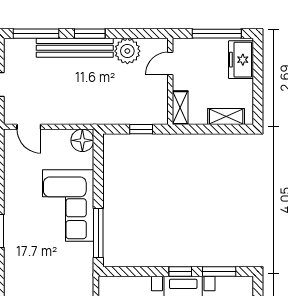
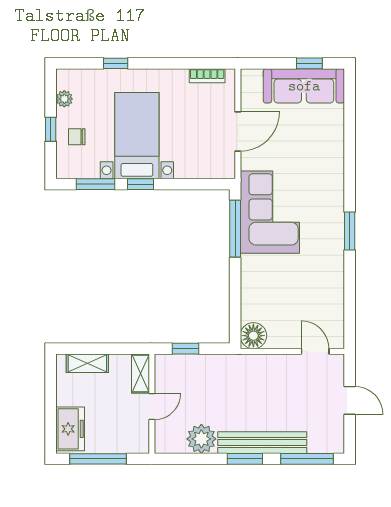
door: (170, 63) -> (152, 407), moved
corner sofa: (68, 205) -> (270, 212), moved

